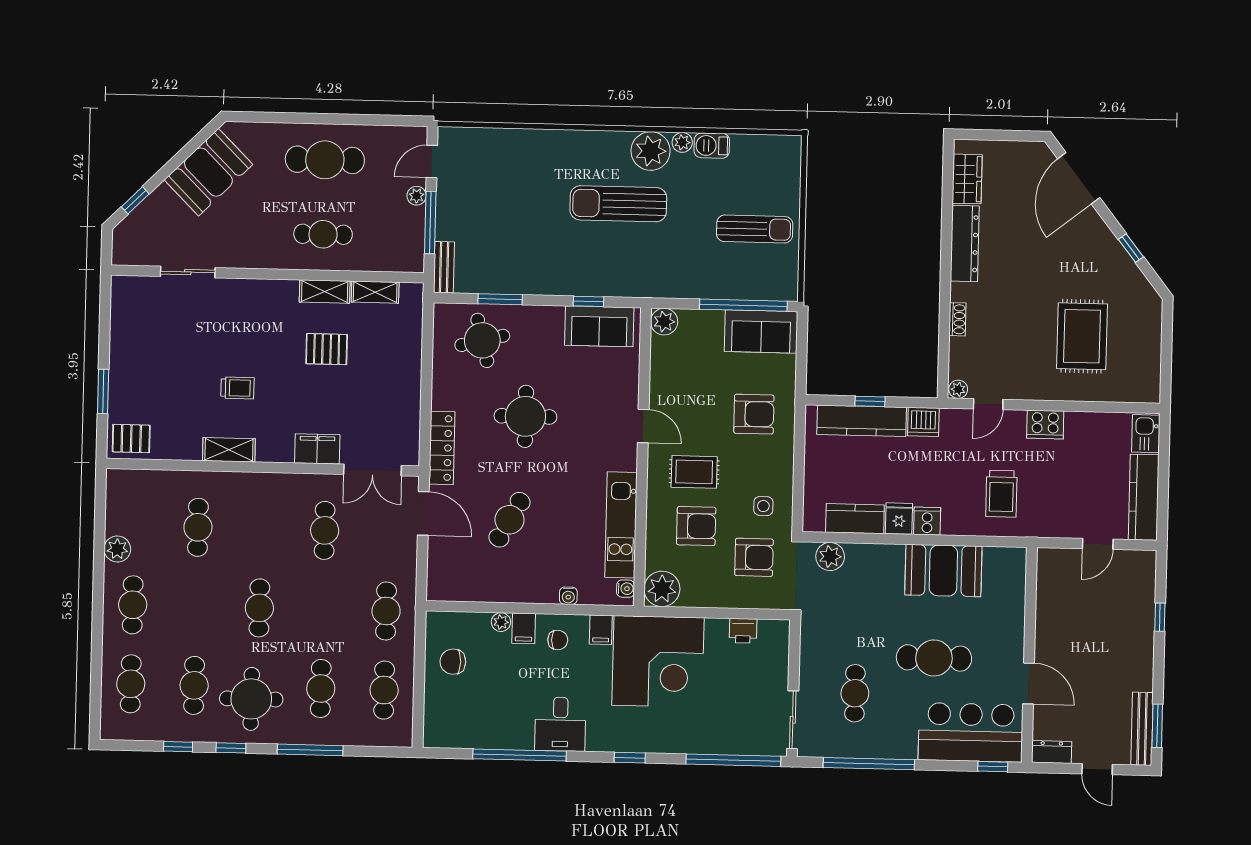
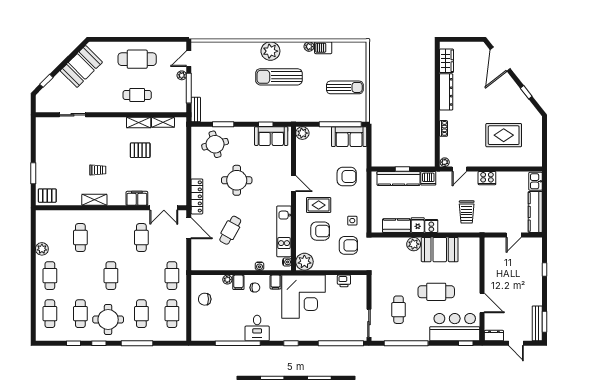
plant: (651, 151) -> (270, 51), moved
rug: (1082, 336) -> (504, 135), turned 90
plant: (830, 557) -> (414, 244), moved

